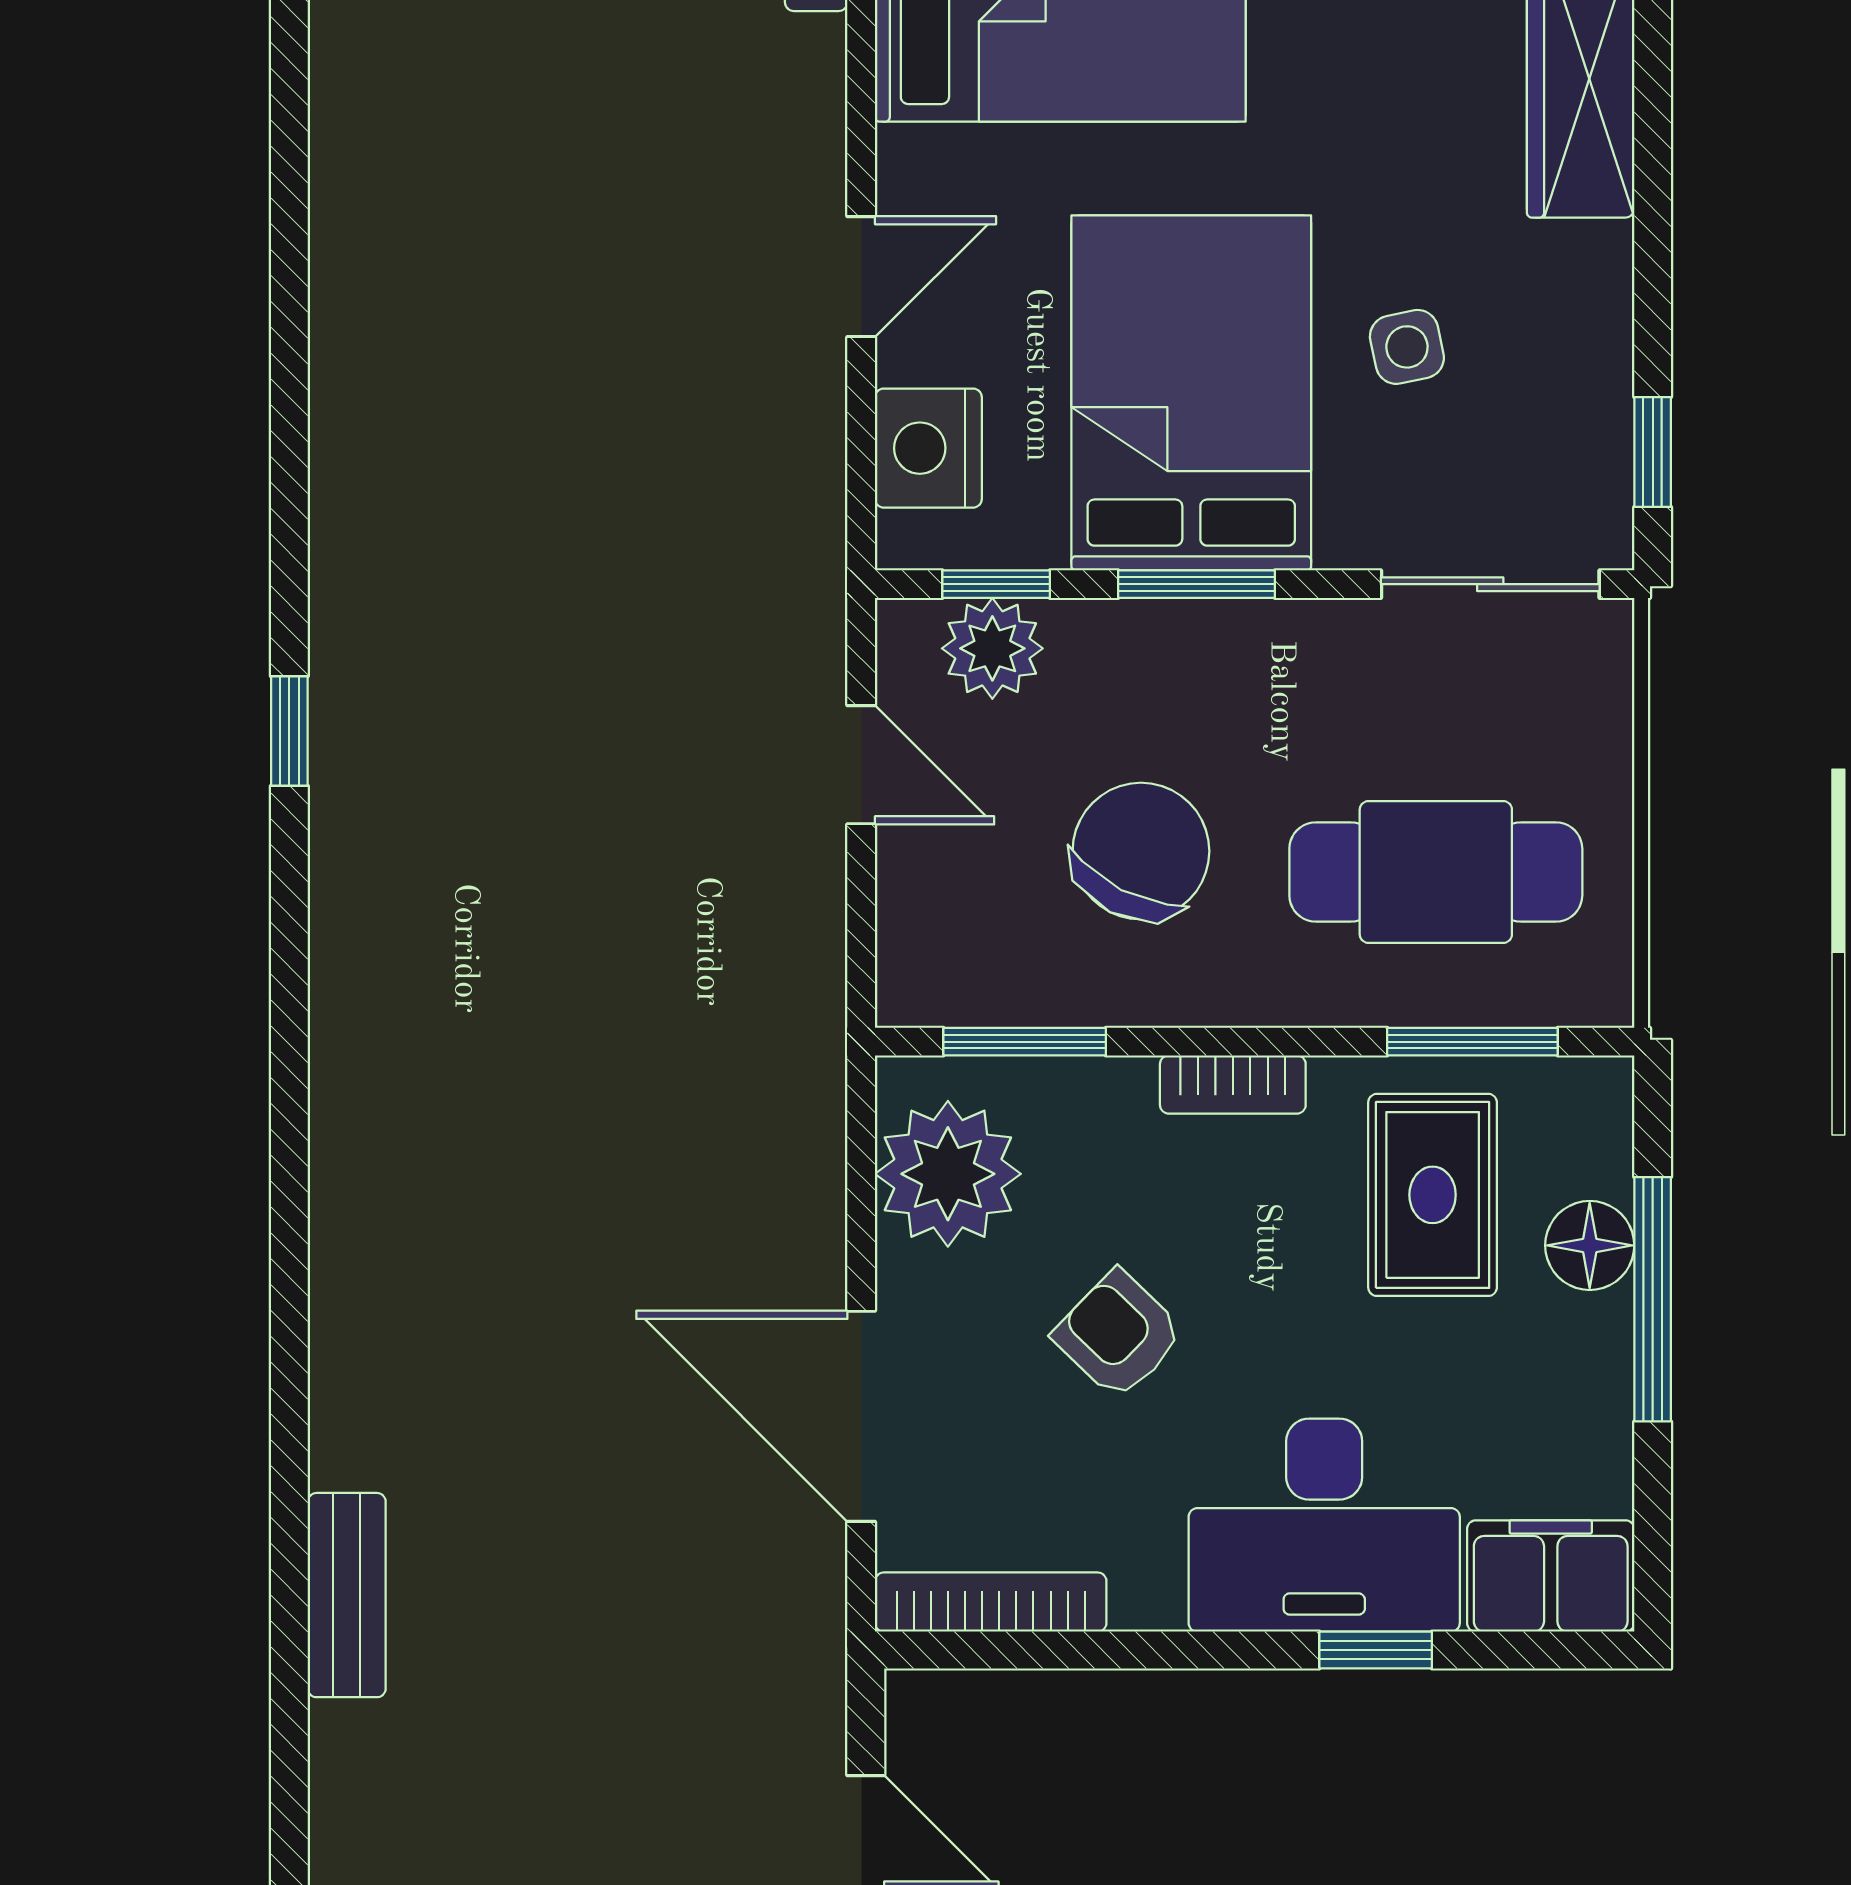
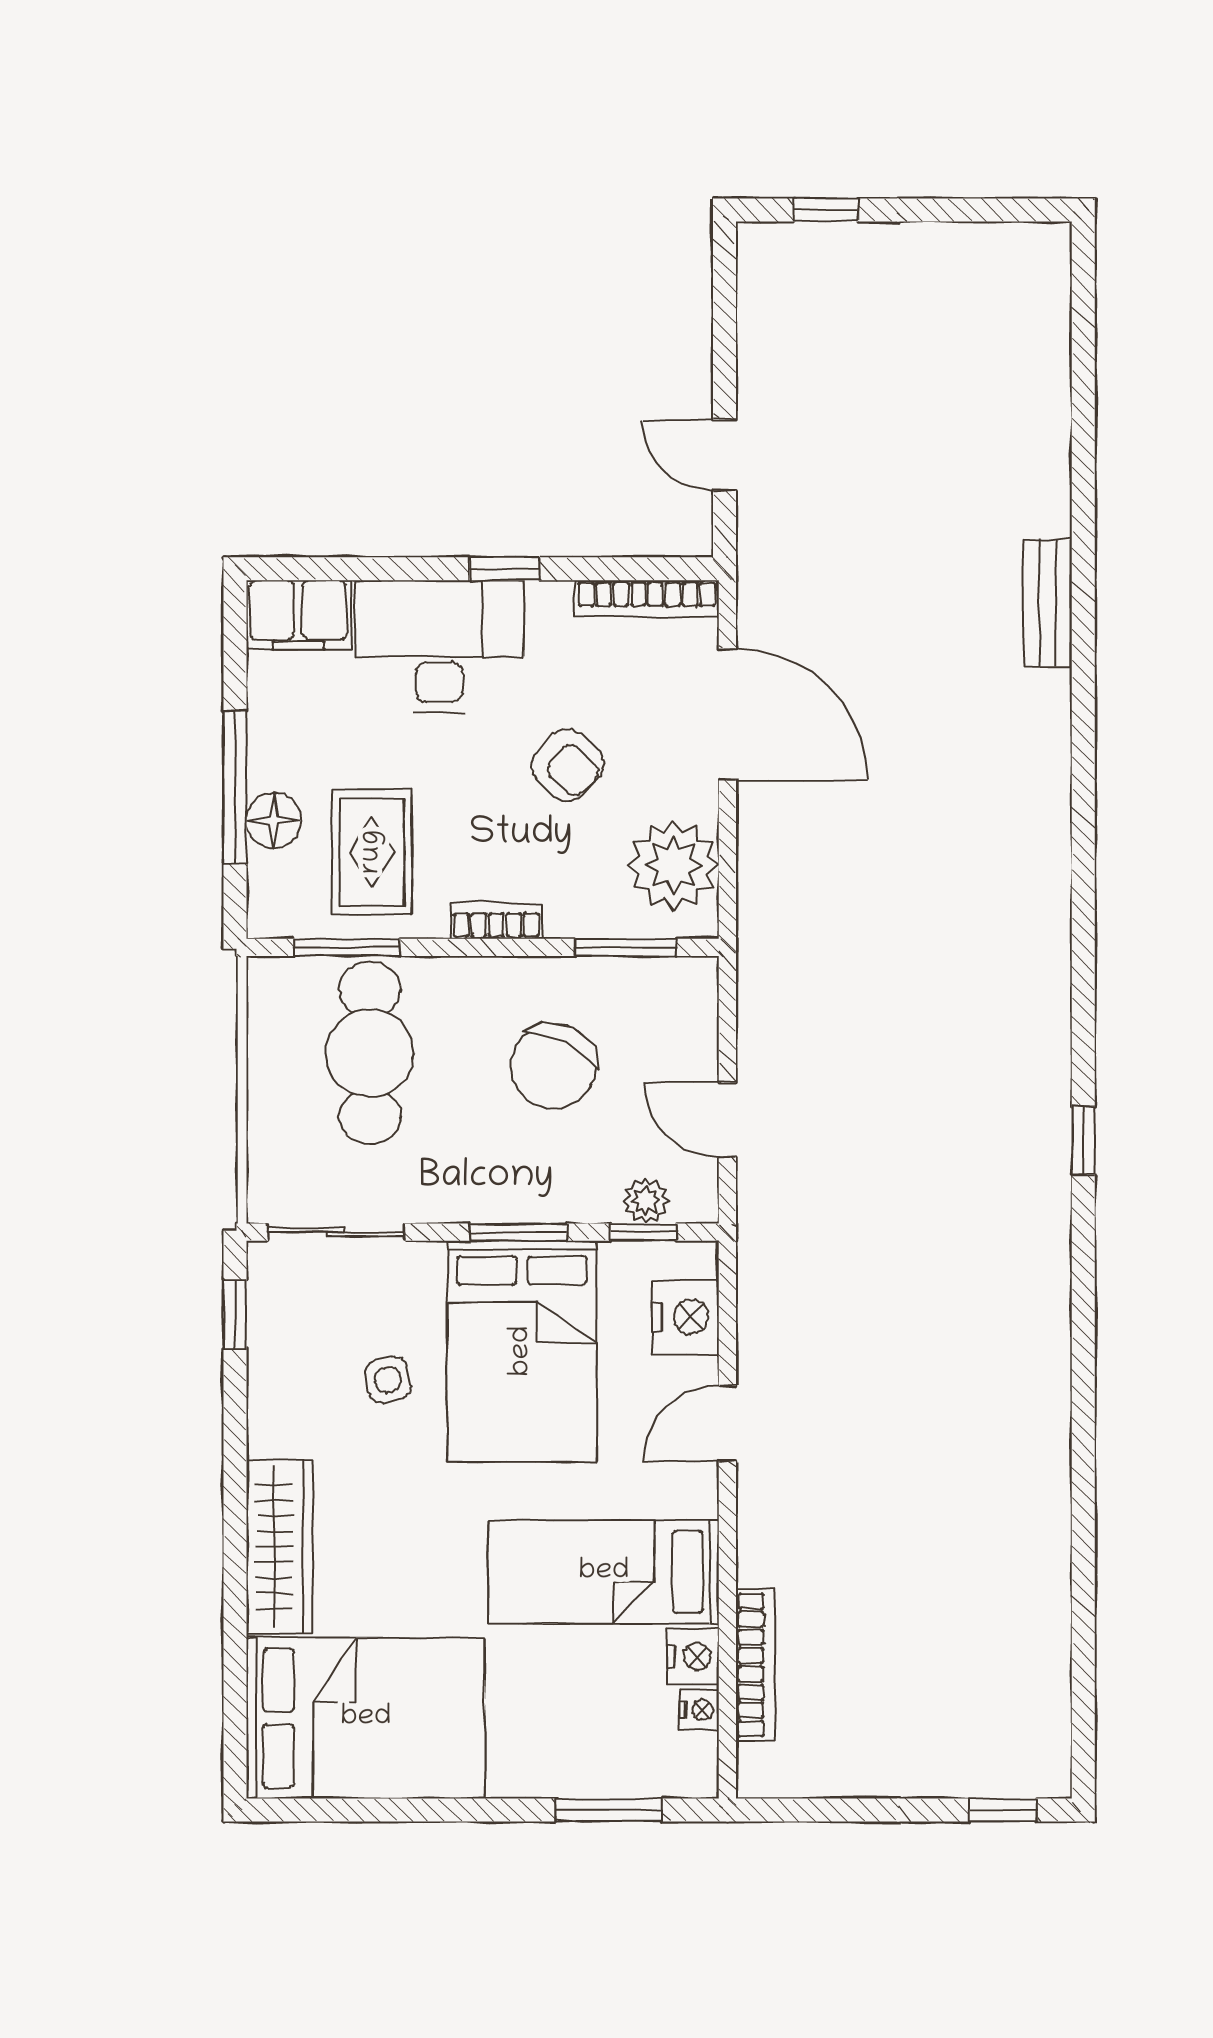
plant: (992, 648) -> (646, 1201), width x0.73, depth x0.73
cafe table: (1436, 872) -> (370, 1053), turned 90
window: (1376, 1650) -> (505, 569), moved

